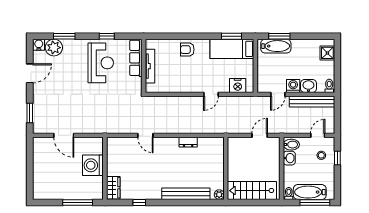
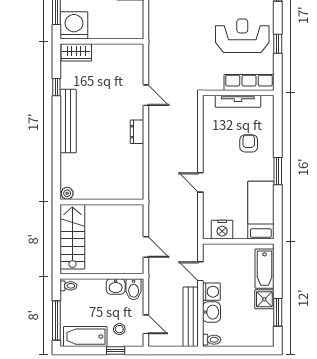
window: (232, 36) -> (278, 171), moved
window: (279, 36) -> (278, 312), moved
armchair: (187, 50) -> (249, 143), moved
shower: (327, 53) -> (264, 299), moved
reception desk: (101, 63) -> (242, 36), turned 180
nightstand: (238, 85) -> (222, 230), moved, turned -90
door: (145, 135) -> (146, 95), swing flipped
dresser: (188, 142) -> (137, 132), moved
washing machine: (93, 165) -> (74, 25), moved
bathtub: (310, 192) -> (85, 337), moved, turned -90
bench: (186, 194) -> (68, 121), moved

